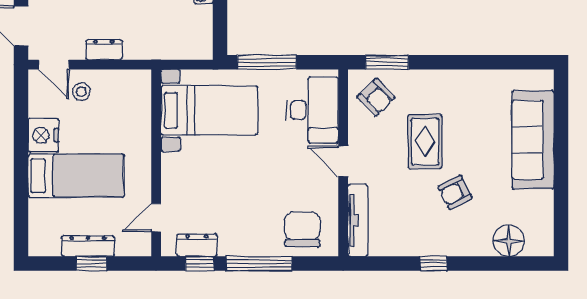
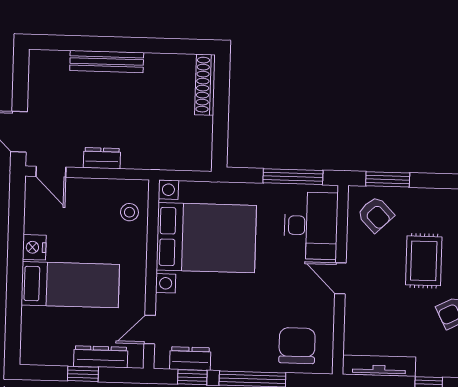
window: (267, 62) -> (293, 177), moved
stool: (81, 92) -> (129, 212), moved
bed with nightstands: (209, 110) -> (206, 238), width x1.36
nightstand: (43, 135) -> (34, 247), width x0.74, depth x0.75
tv unit: (358, 220) -> (379, 366), moved, turned -90
dresser: (88, 246) -> (101, 357), moved

